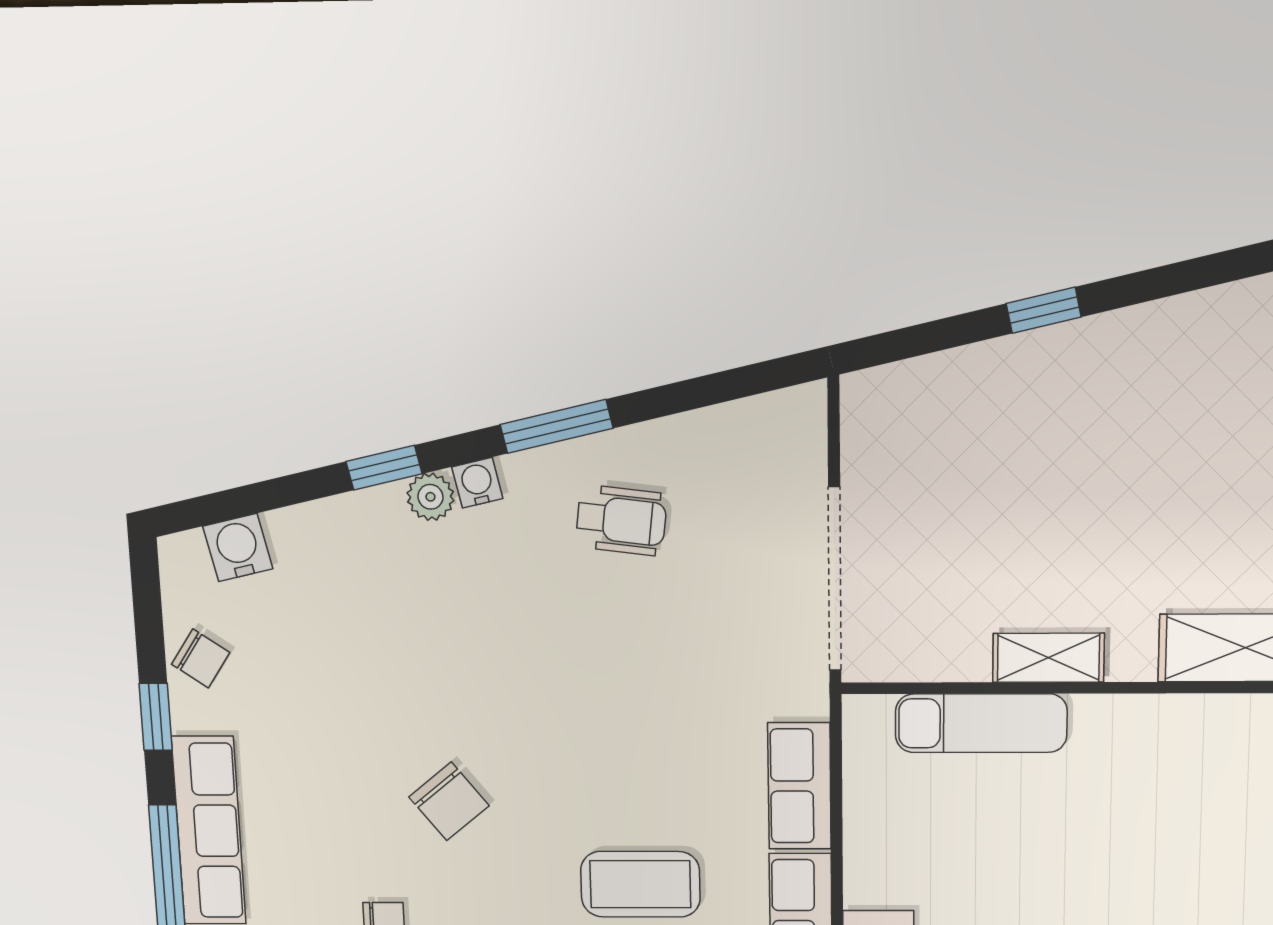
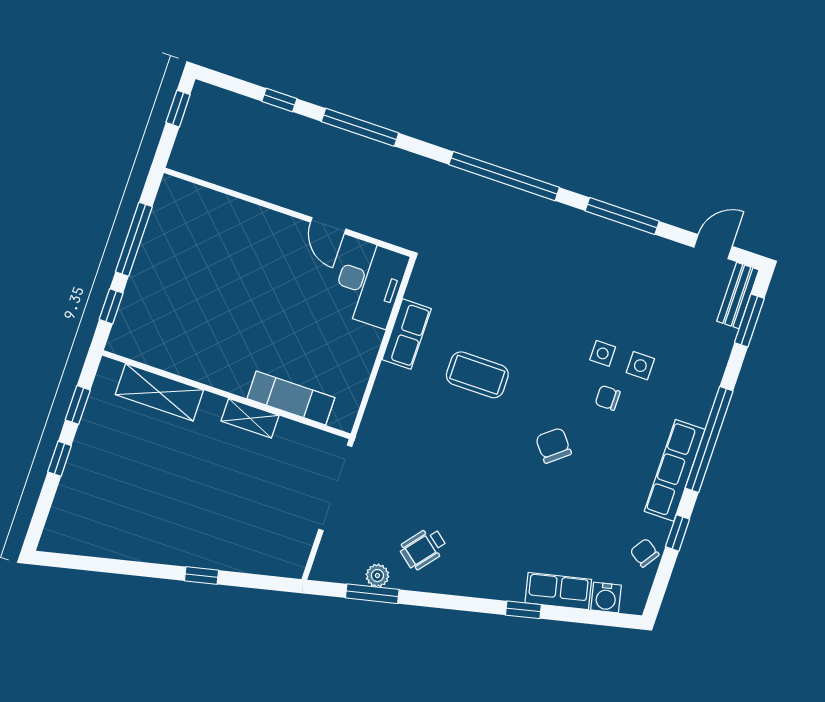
window: (557, 426) -> (372, 594), moved
water cooler: (477, 483) -> (483, 588), removed
plant: (430, 497) -> (377, 576), moved
wheelchair: (621, 520) -> (423, 548), turned -58
row of seats: (799, 786) -> (558, 591), moved, turned -103

